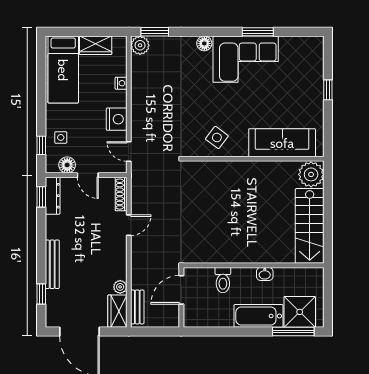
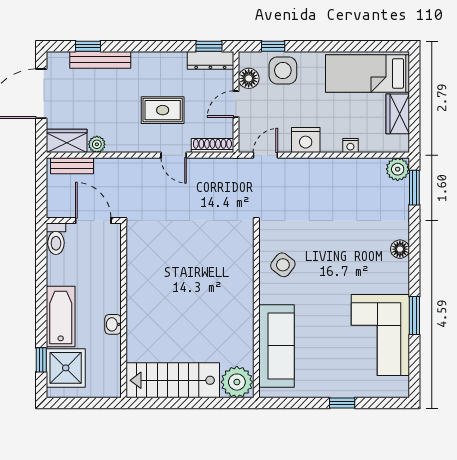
corner sofa: (246, 59) -> (380, 335), moved
side table: (61, 137) -> (283, 70), width x1.87, depth x1.87
rug: (93, 234) -> (163, 110), added
bench: (52, 264) -> (100, 60), moved
toilet: (223, 280) -> (56, 239), moved, turned -90
window: (293, 332) -> (41, 360), width x0.46

